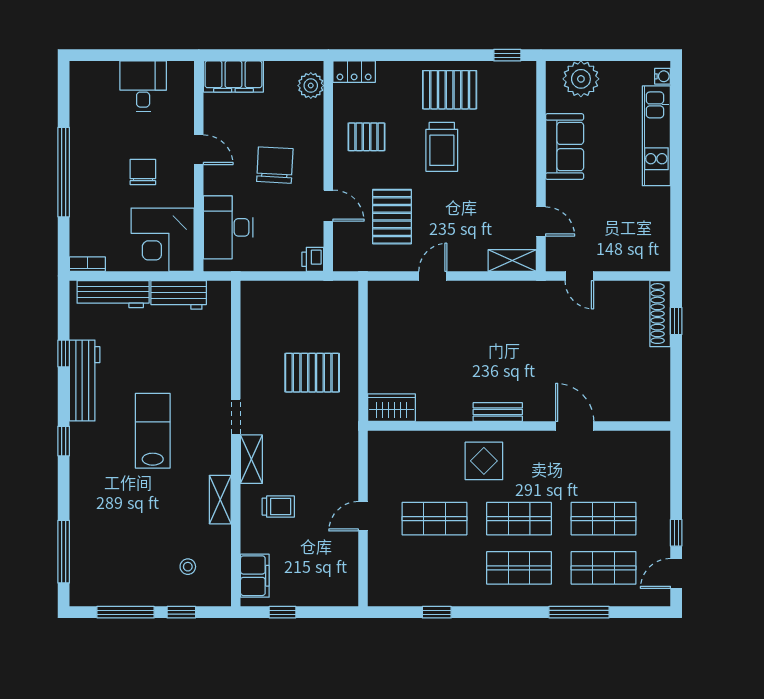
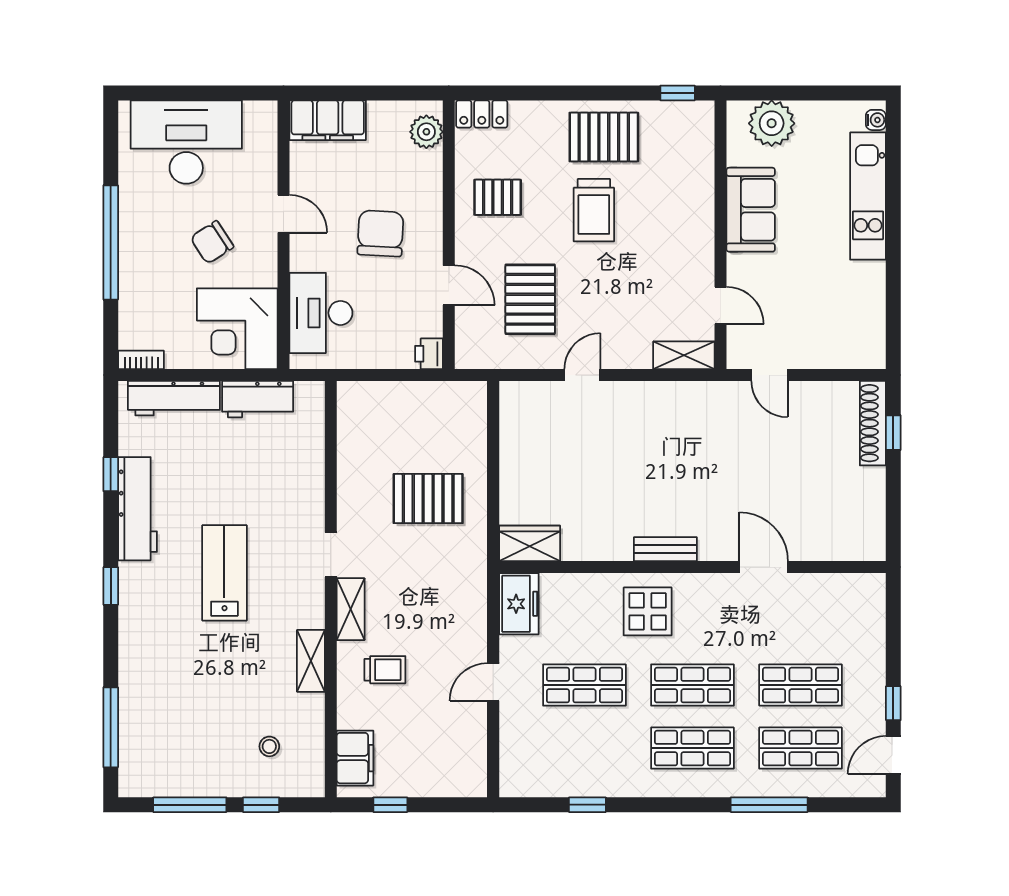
desk: (143, 86) -> (186, 142), width x1.87, depth x1.30
chair: (143, 172) -> (212, 242), turned -123
freezer: (383, 455) -> (519, 604), added

